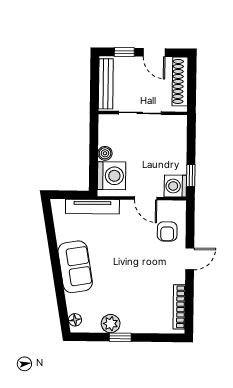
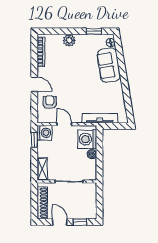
bench: (106, 84) -> (92, 201), removed
shelving: (179, 132) -> (42, 169), added
door: (190, 259) -> (34, 84), swing flipped
sofa: (75, 267) -> (109, 65), moved
plant: (111, 324) -> (69, 40), moved
window: (120, 337) -> (94, 31), moved

